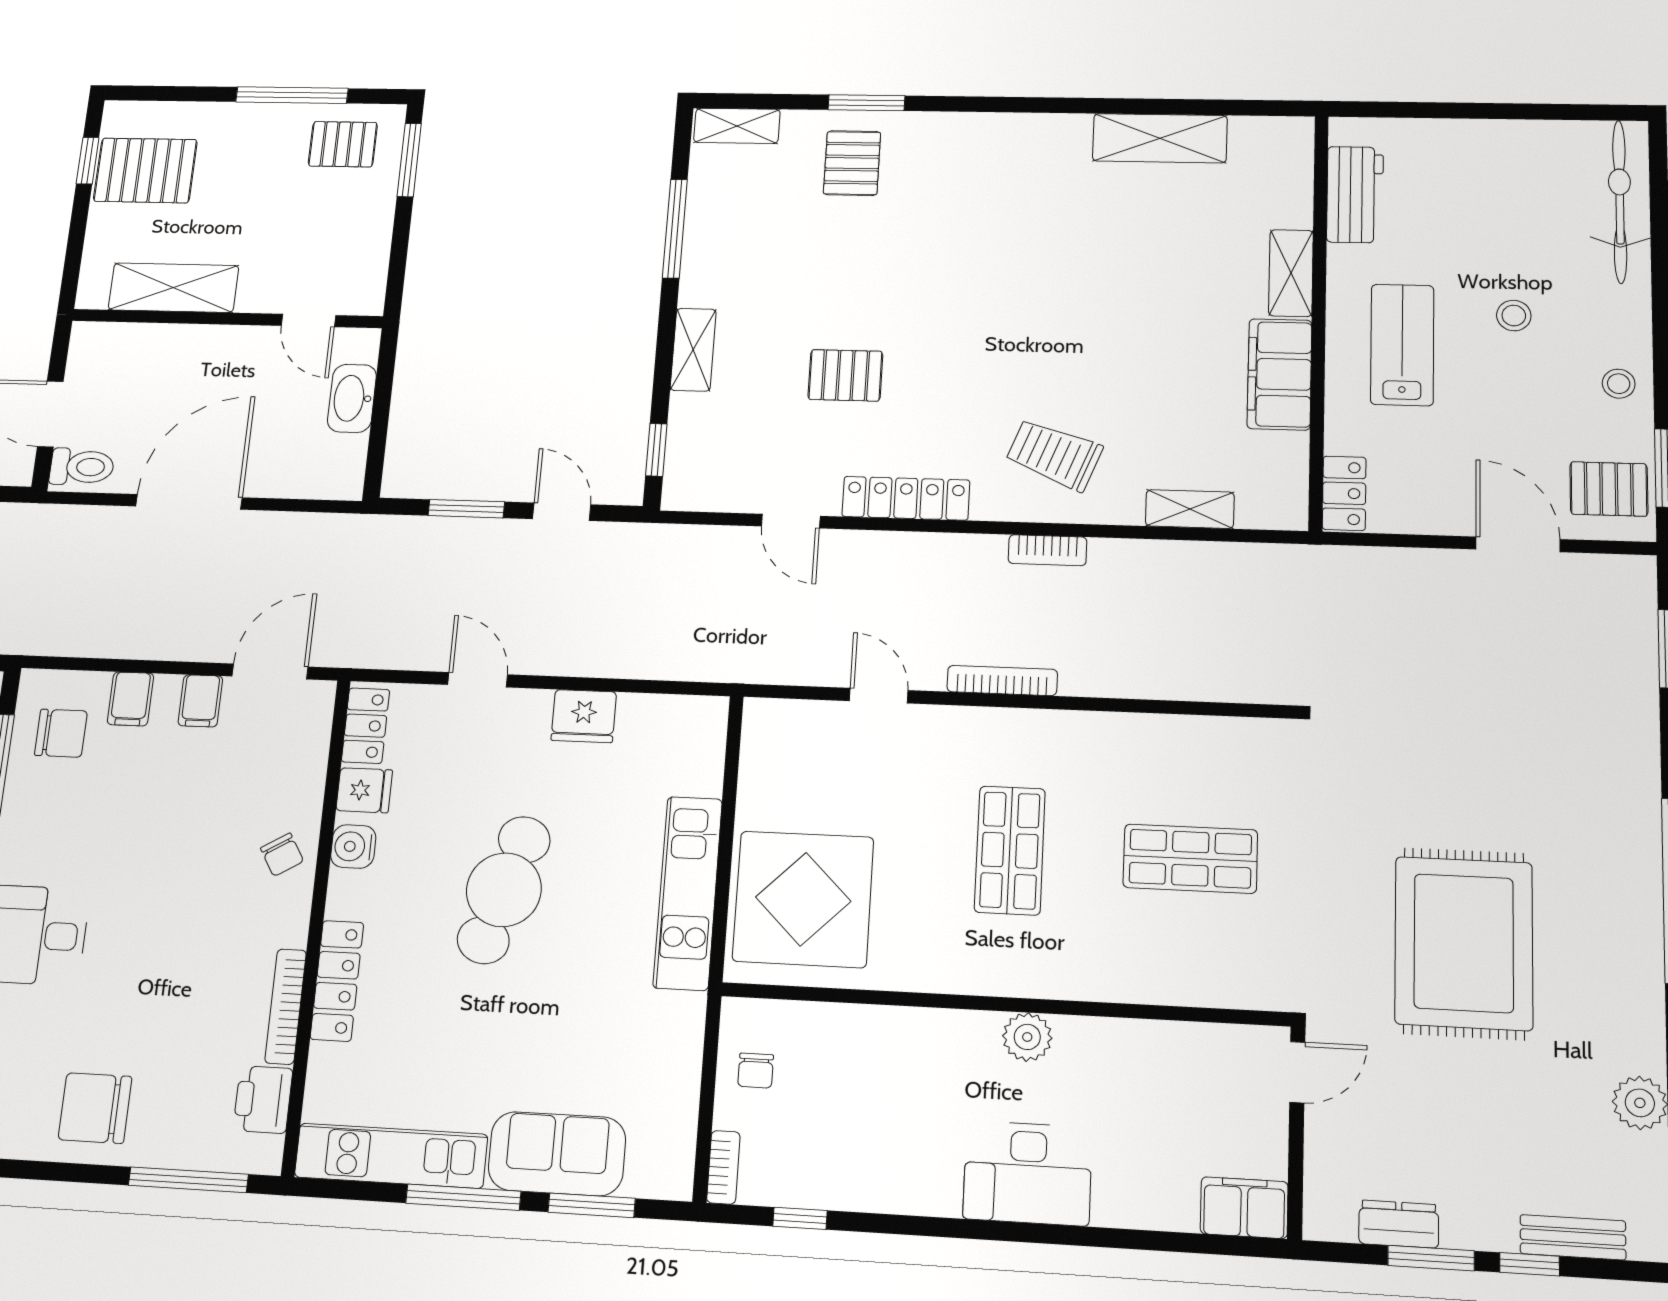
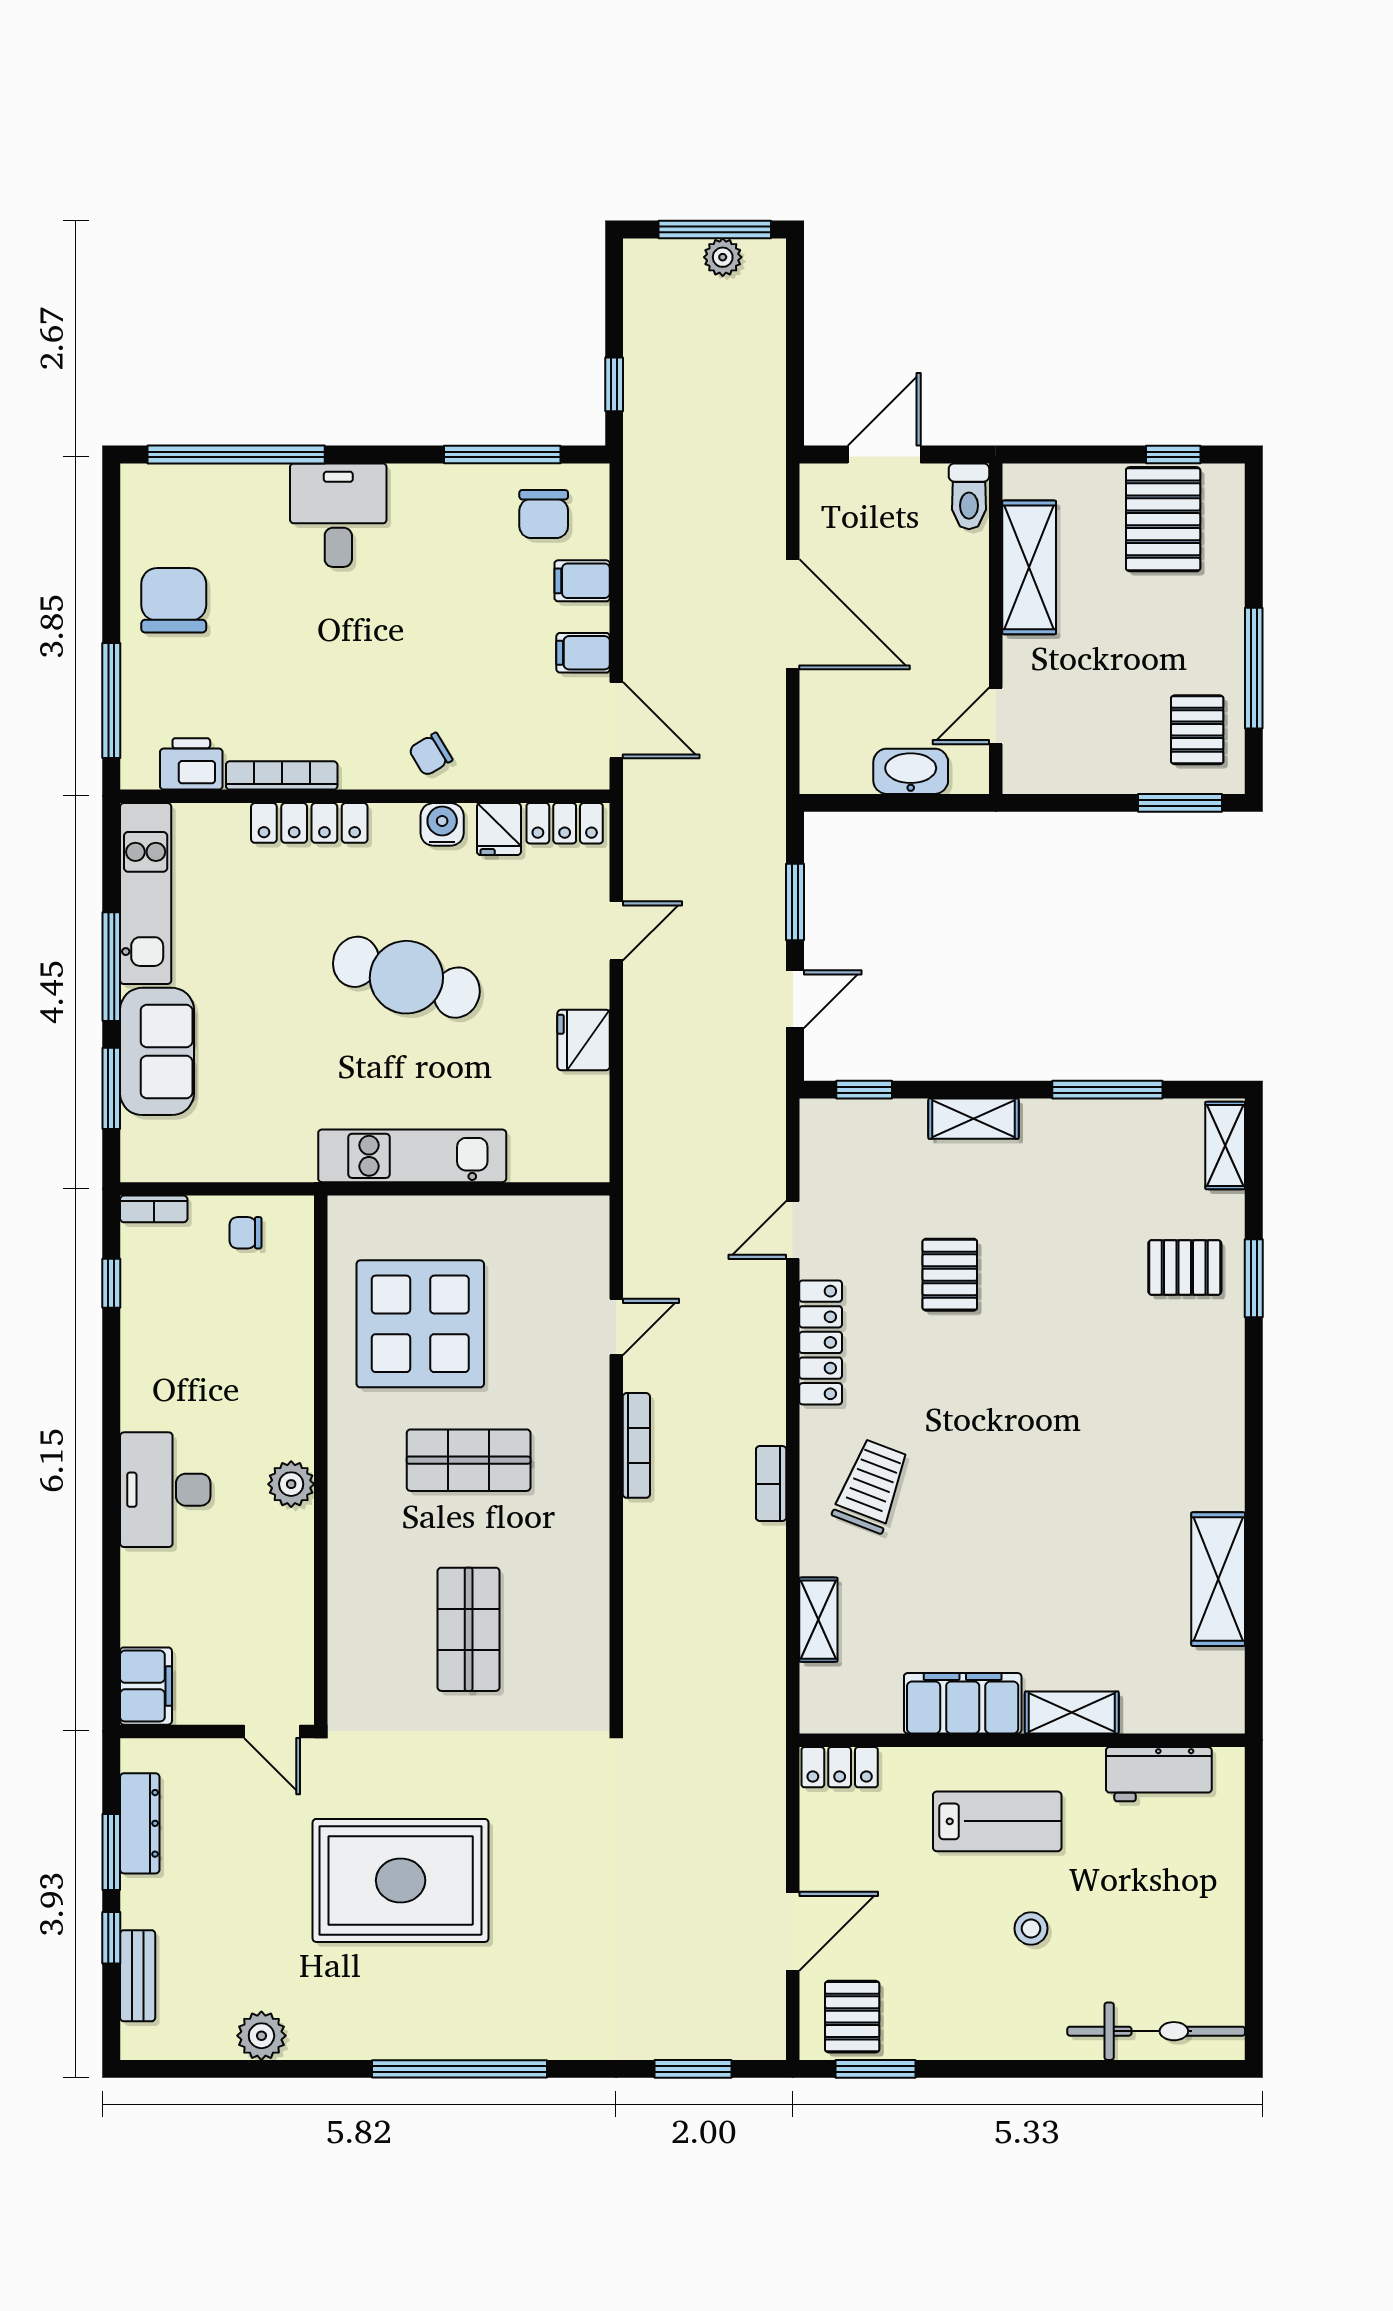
stool: (1619, 384) -> (962, 2027), removed
toilet: (82, 467) -> (969, 496), moved
display table: (803, 899) -> (420, 1324), moved
dresser: (1399, 1224) -> (140, 1823), width x1.44

